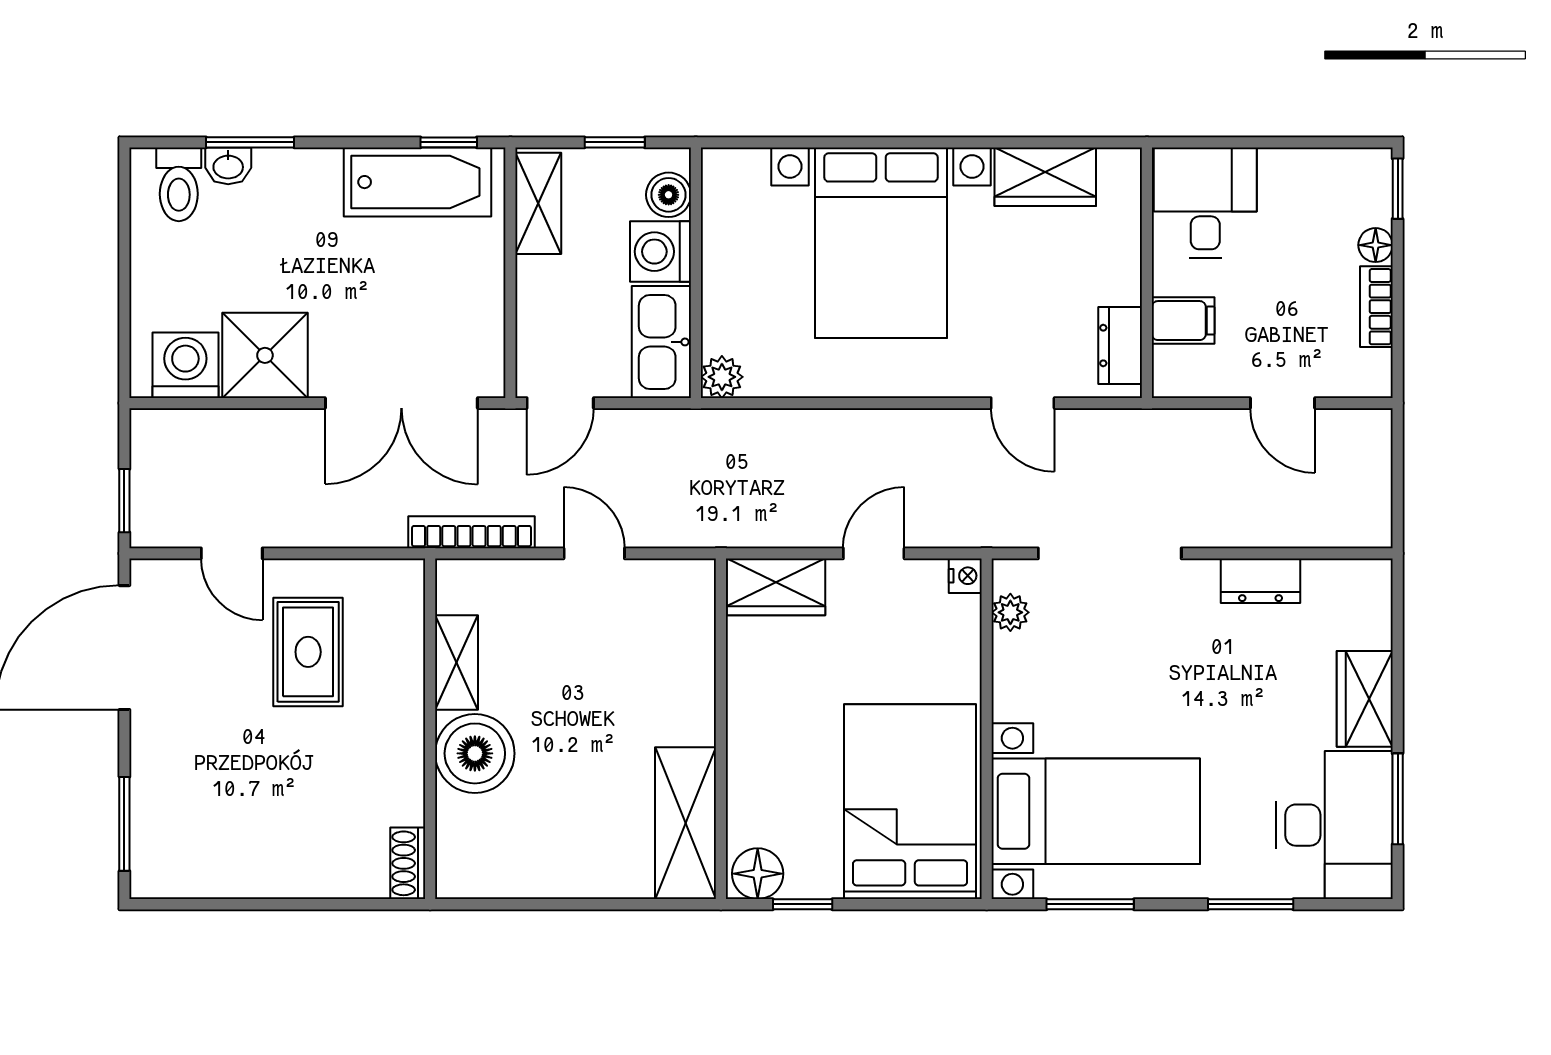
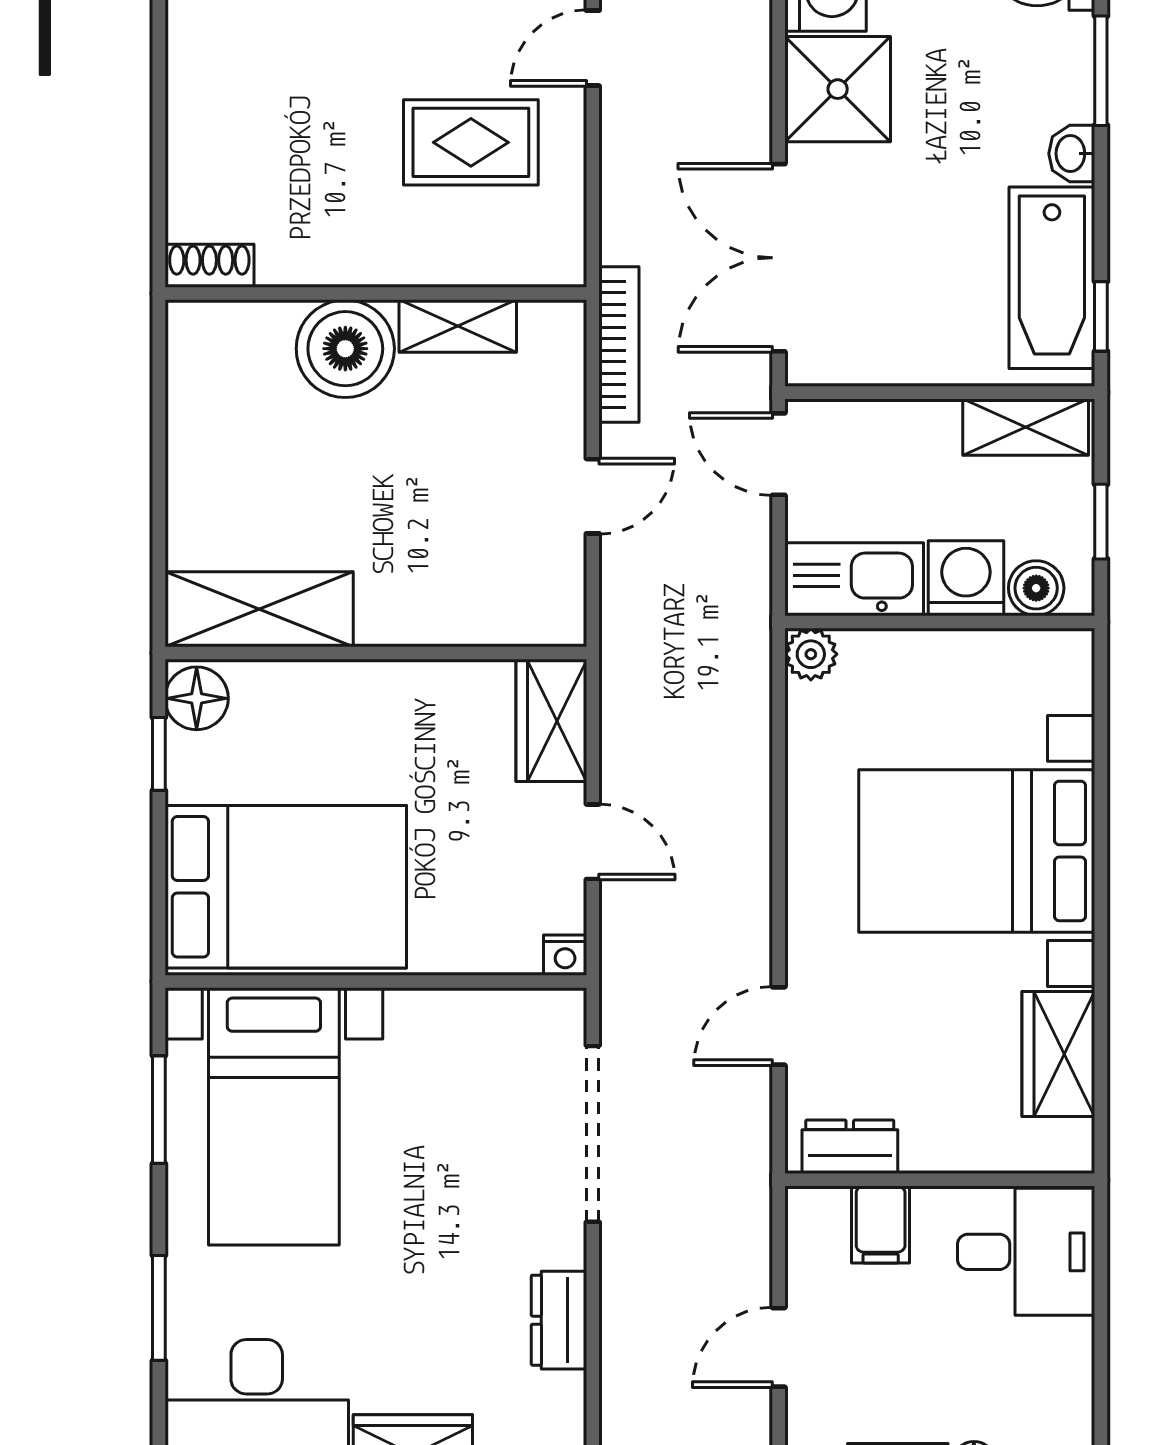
washbasin: (228, 166) -> (1072, 154), moved
plant: (1010, 612) -> (520, 1011), removed

